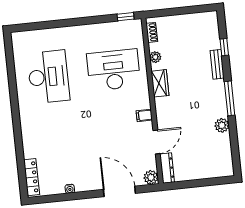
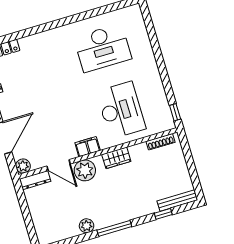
shoe rack: (152, 32) -> (160, 142), width x1.43
plant: (155, 57) -> (85, 170), moved, width x1.87, depth x1.87
bench: (217, 64) -> (177, 201), moved, width x1.36
filing cabinet: (144, 115) -> (88, 147), width x2.00

